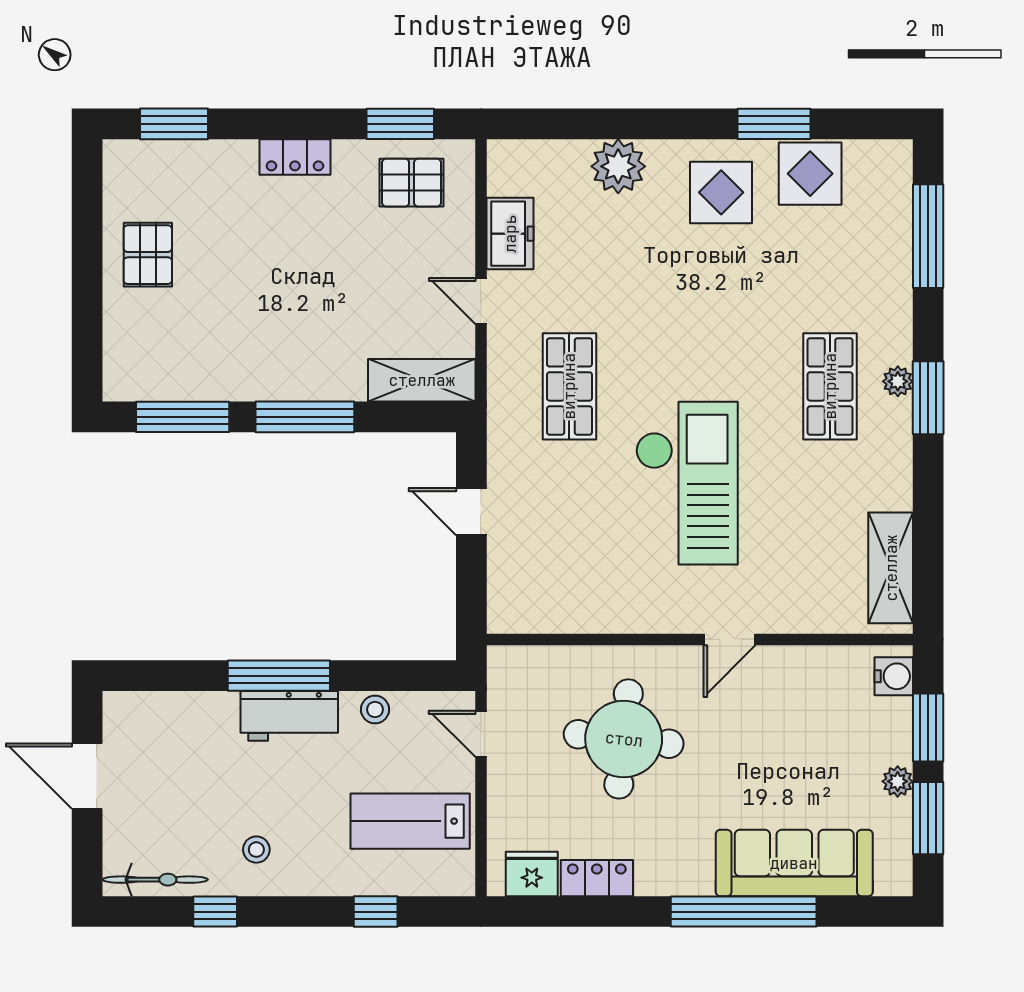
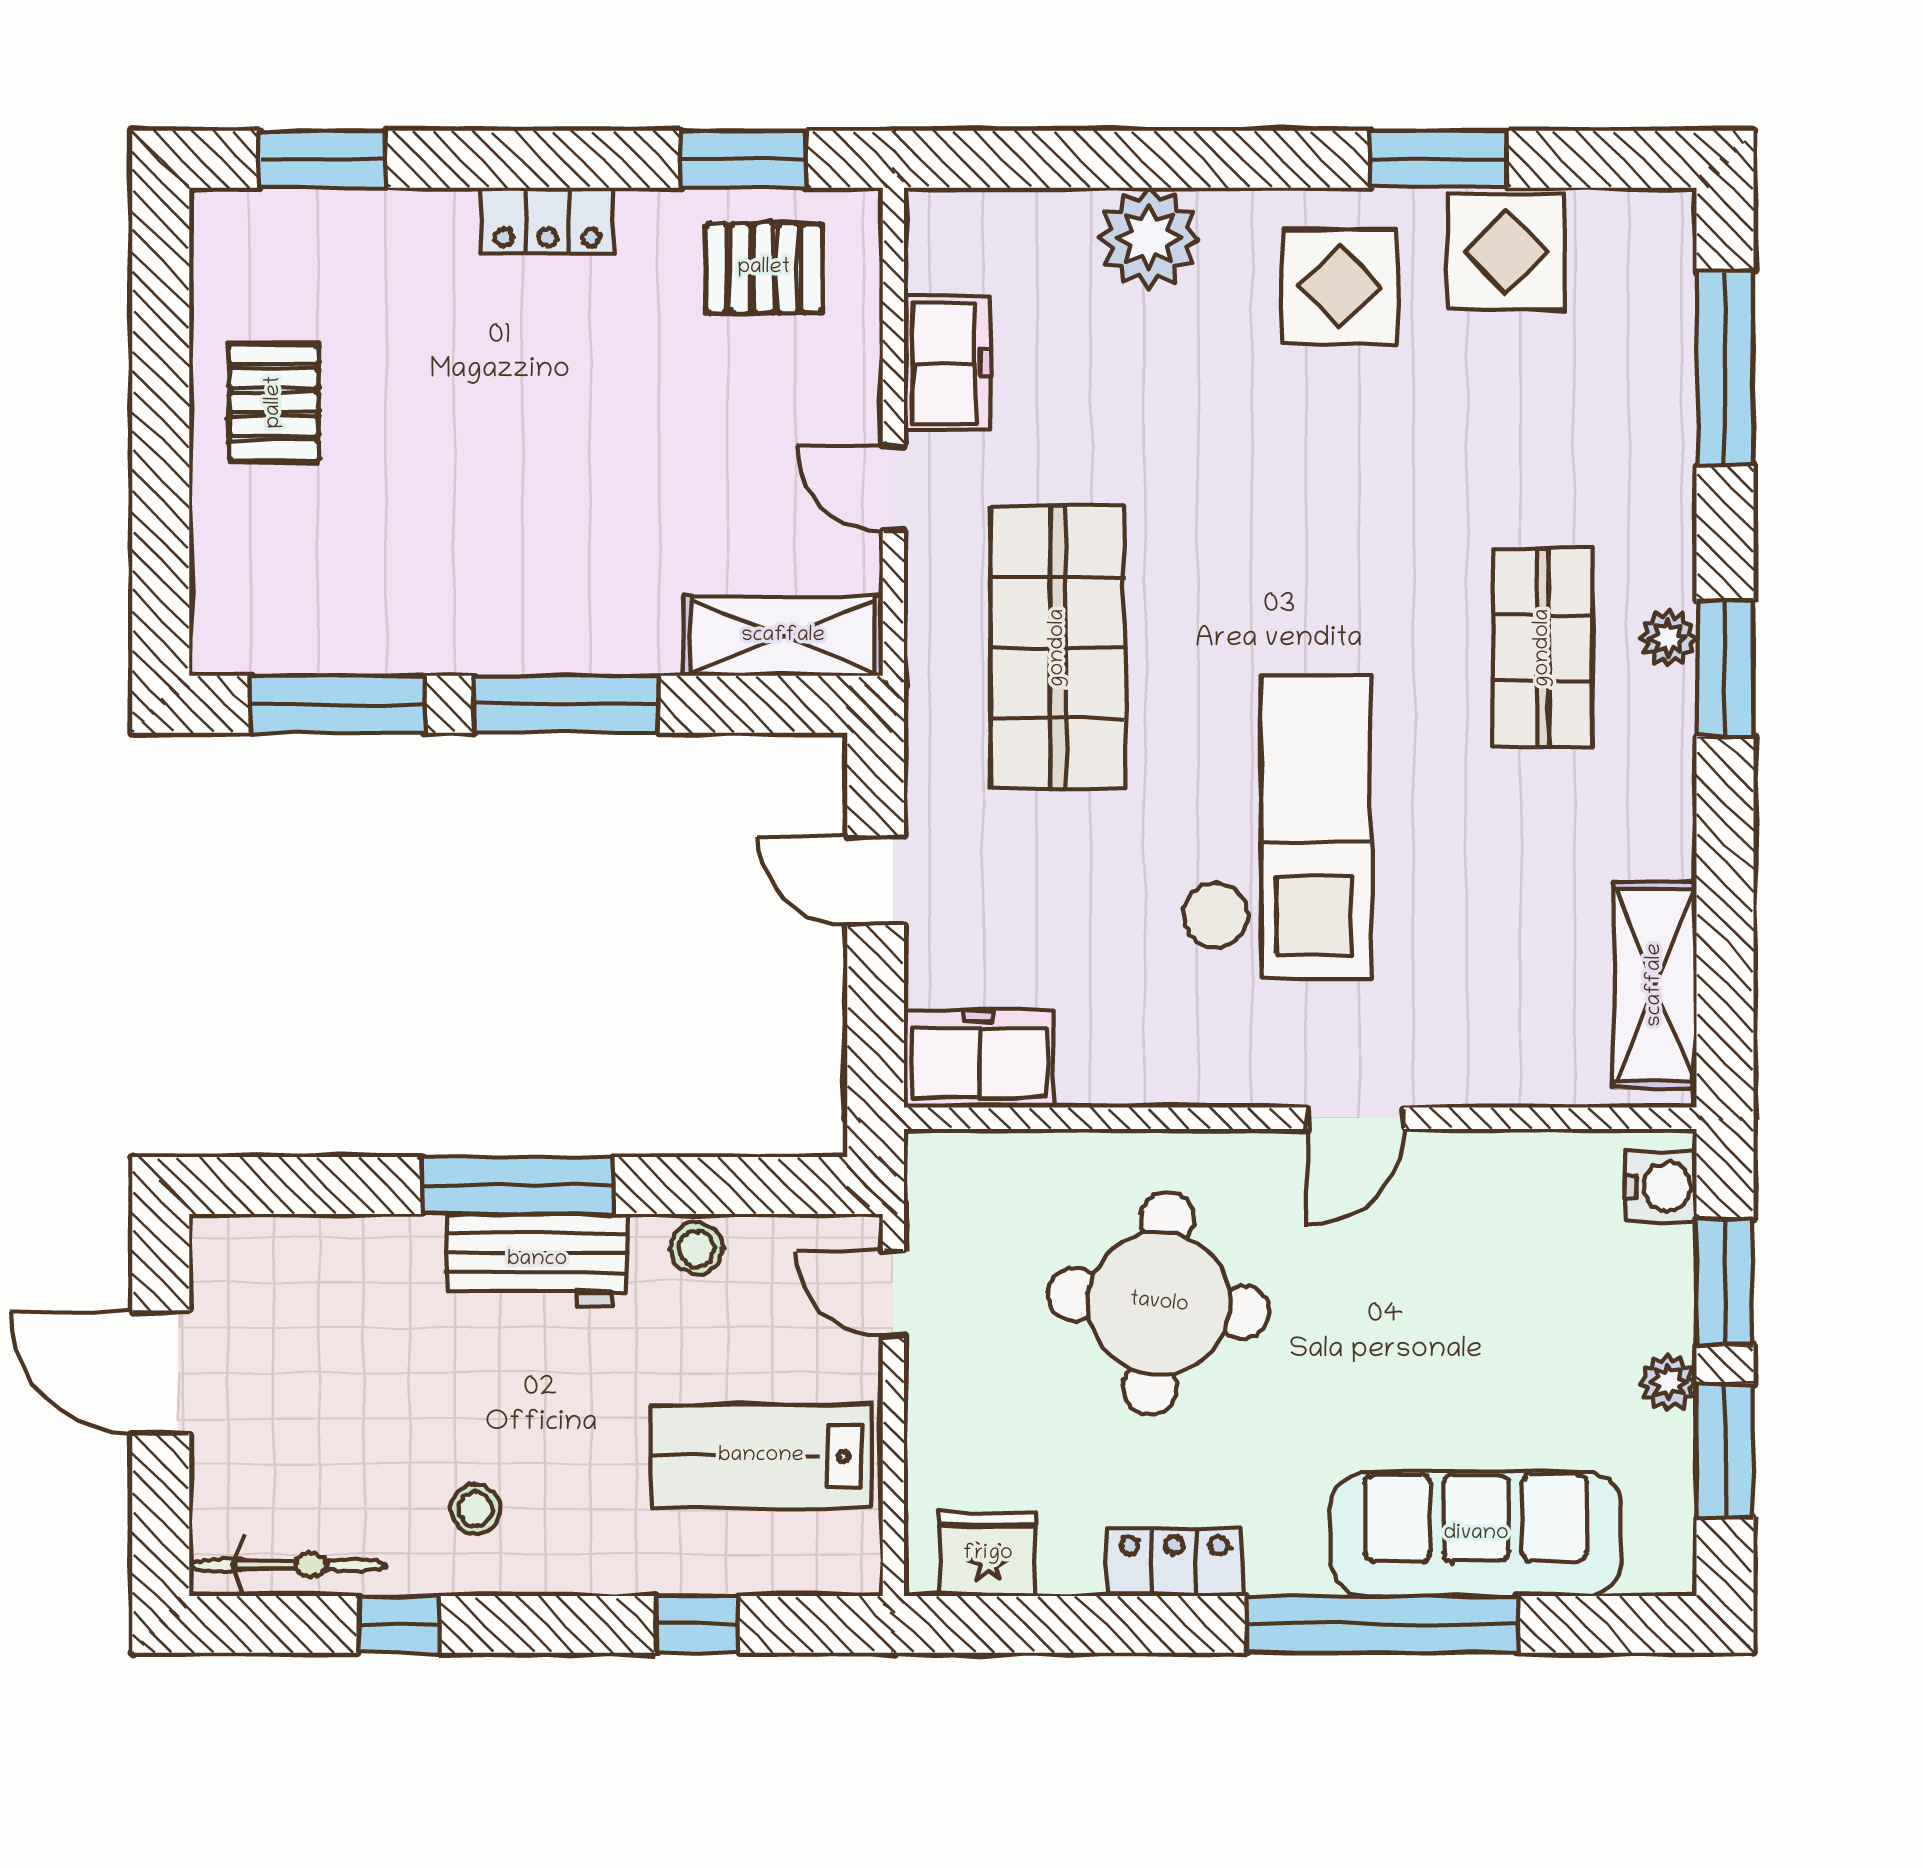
shop shelf: (569, 386) -> (1058, 648), width x1.43, depth x1.36
freezer: (527, 608) -> (979, 1059), added
locker: (597, 878) -> (1174, 1562), moved

